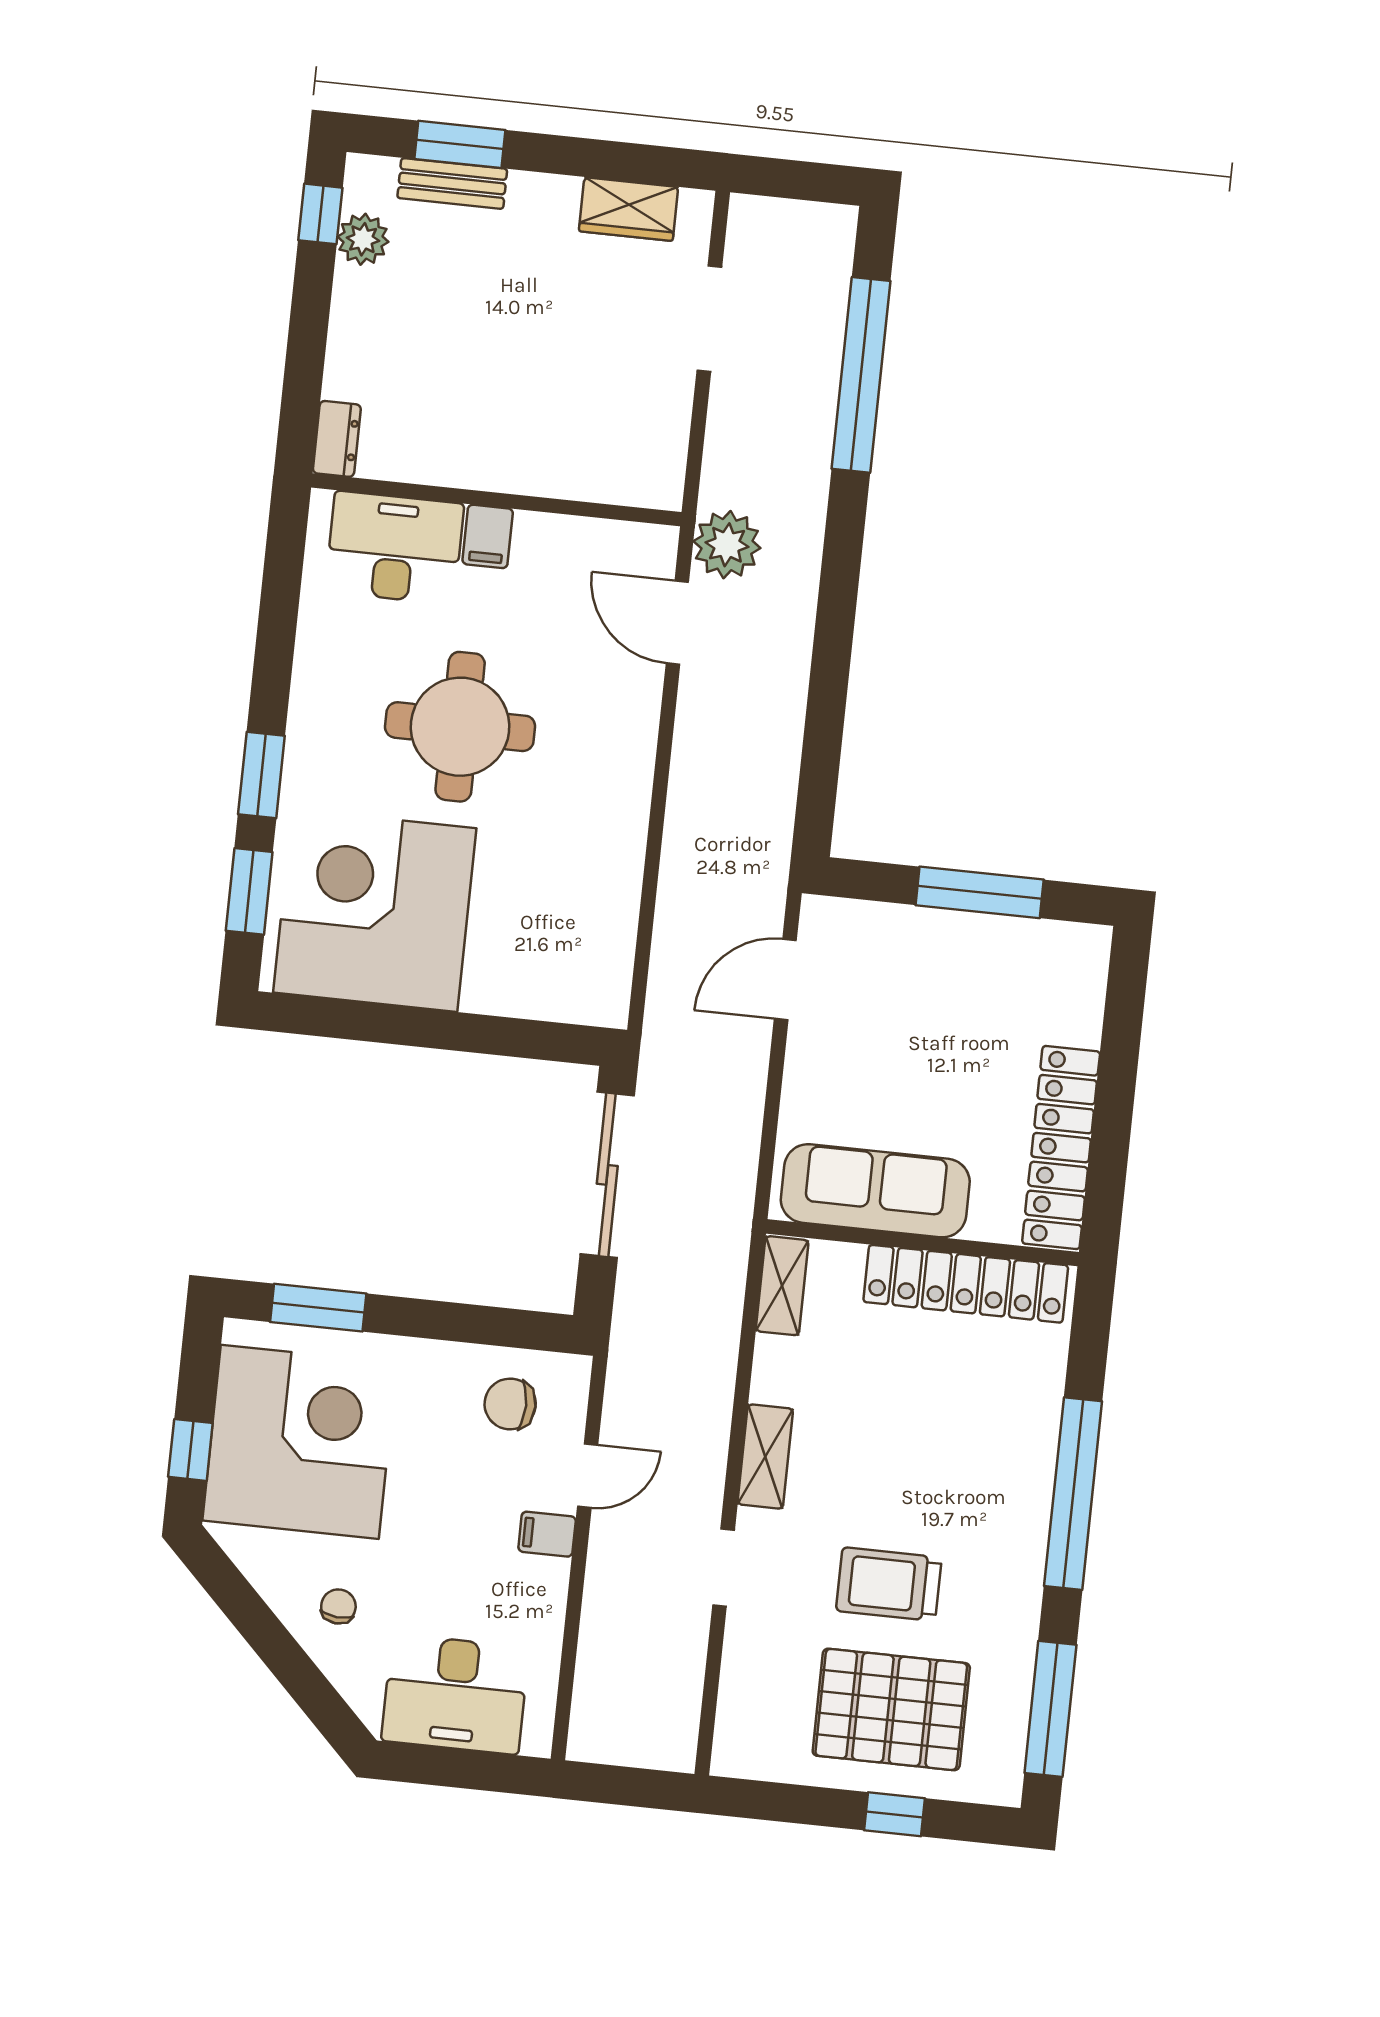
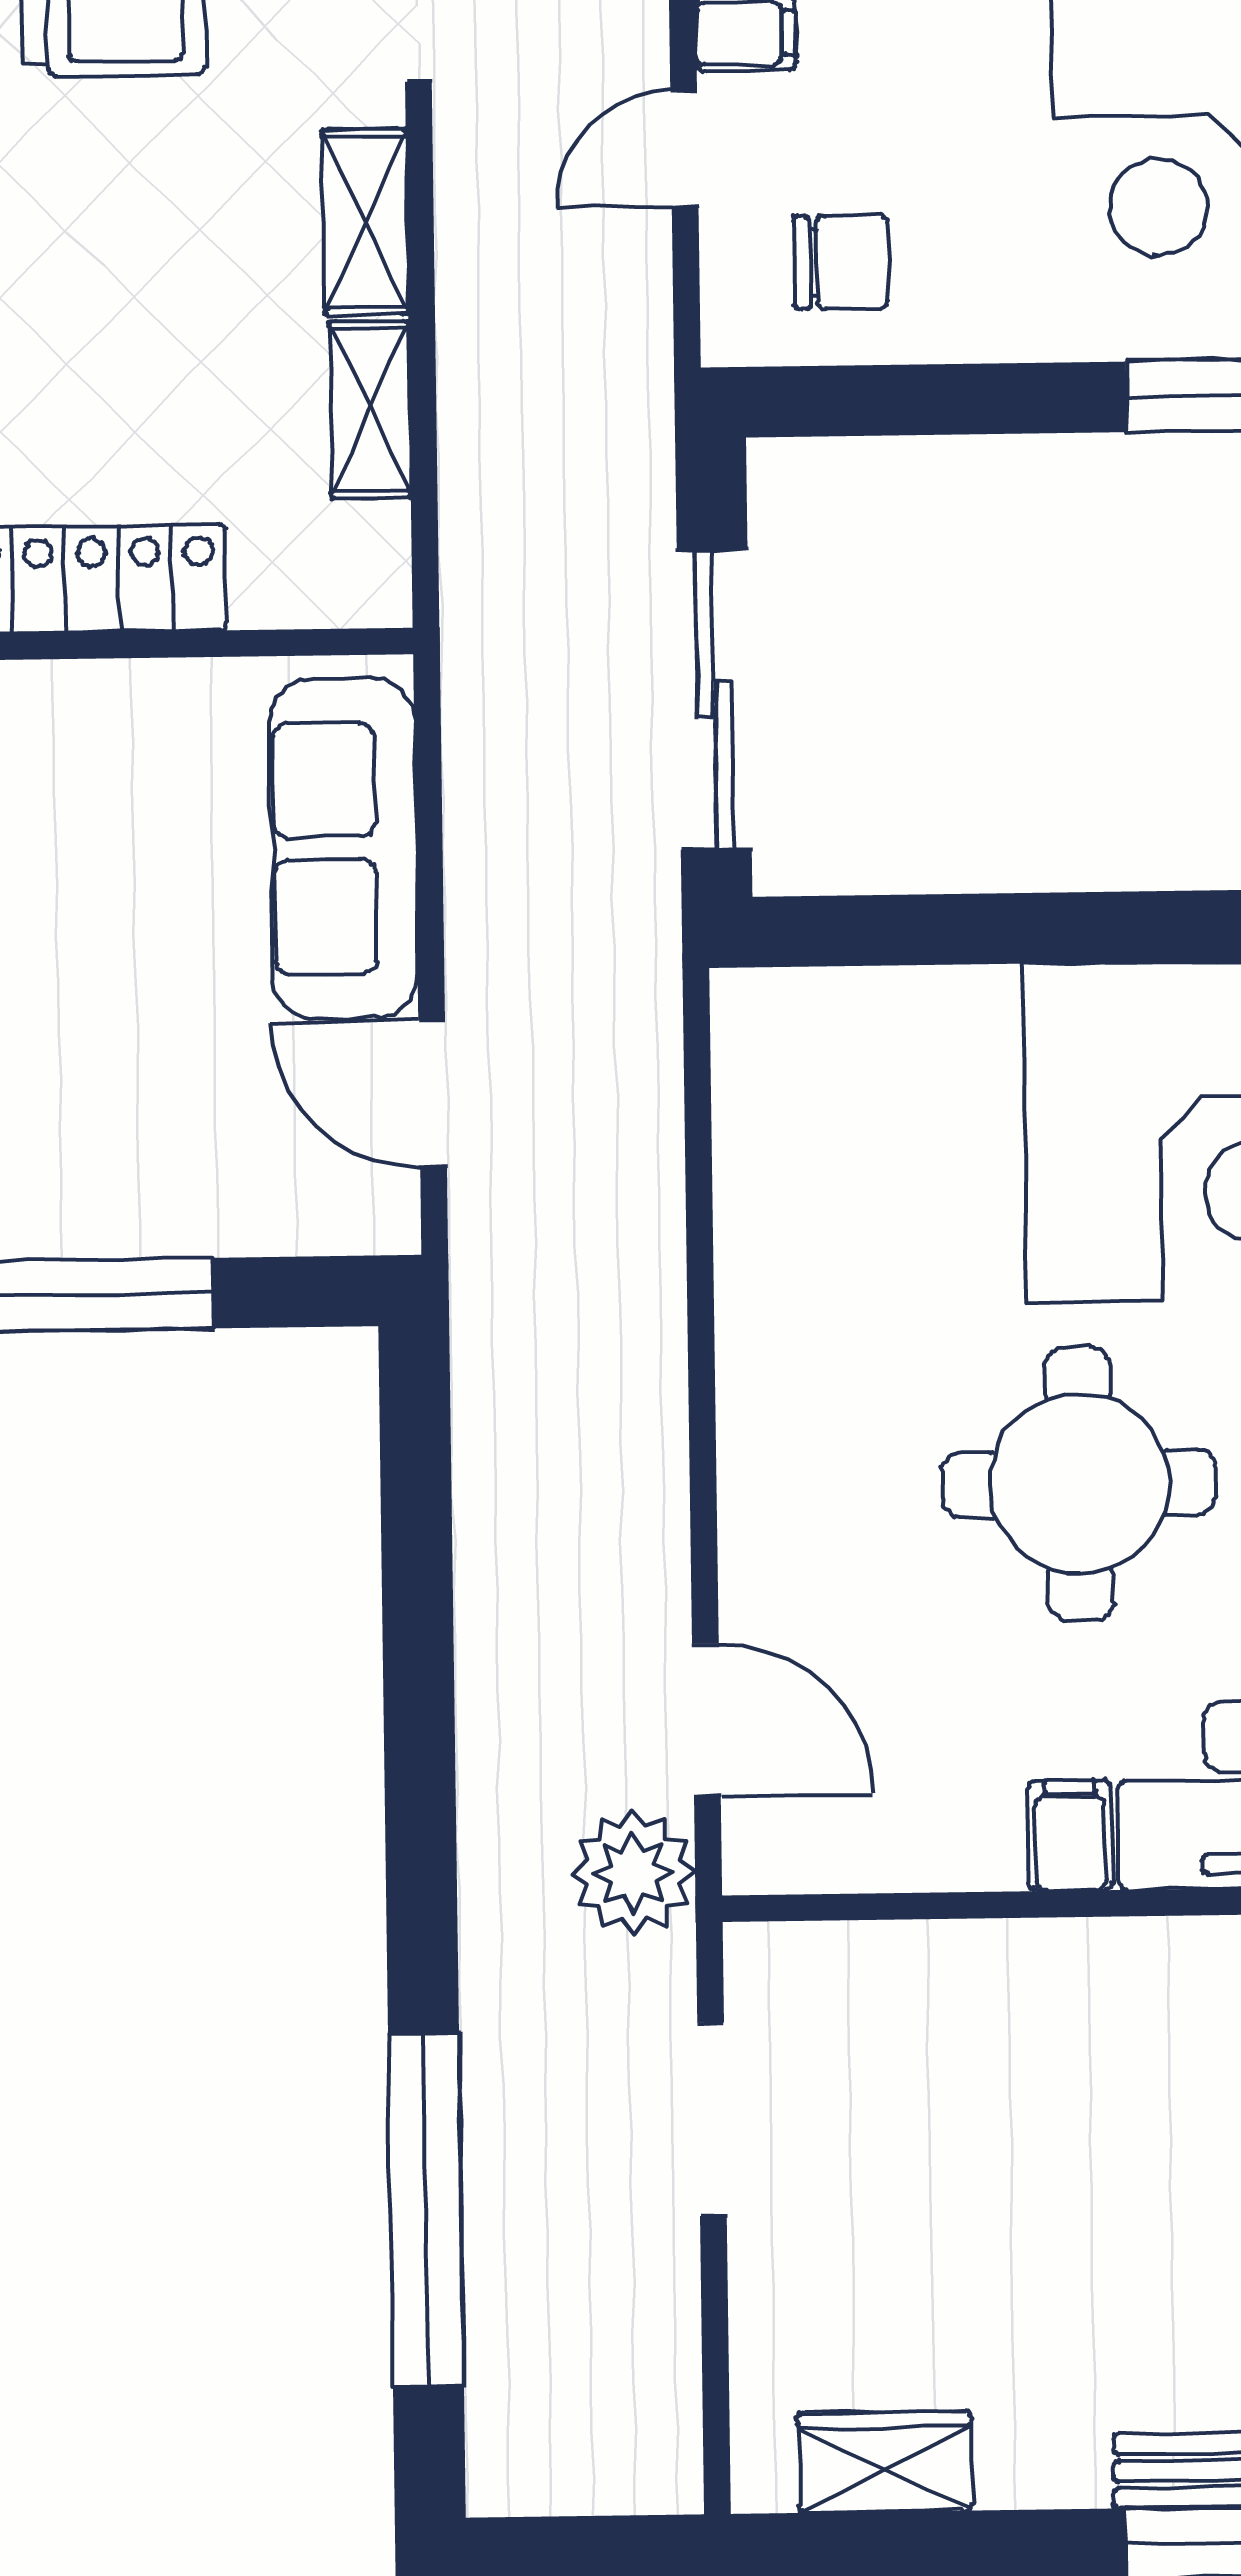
doorway: (709, 319) -> (712, 2119), moved
door: (785, 980) -> (433, 1094), swing flipped
sofa: (875, 1191) -> (343, 848), moved, turned 90
shelving: (782, 1286) -> (370, 410), moved

